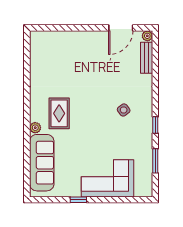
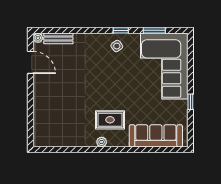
side table: (124, 110) -> (117, 46), moved
plant: (35, 128) -> (102, 142), moved
corner sofa: (107, 178) -> (164, 66), width x1.36, depth x1.36

